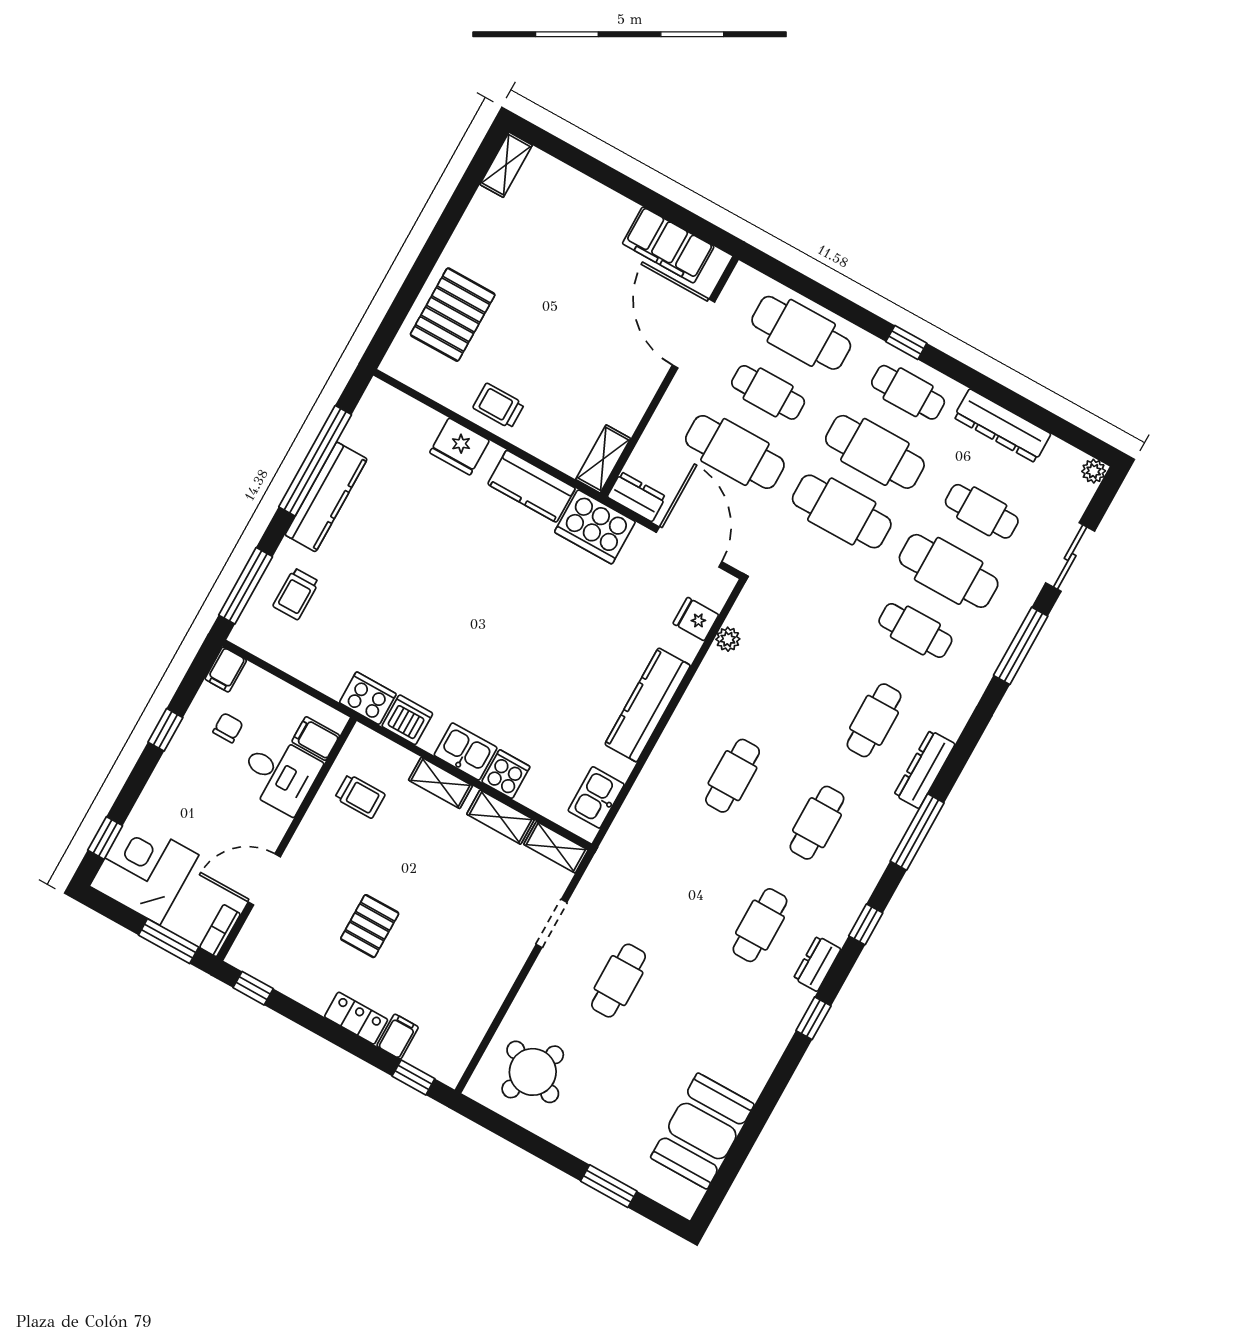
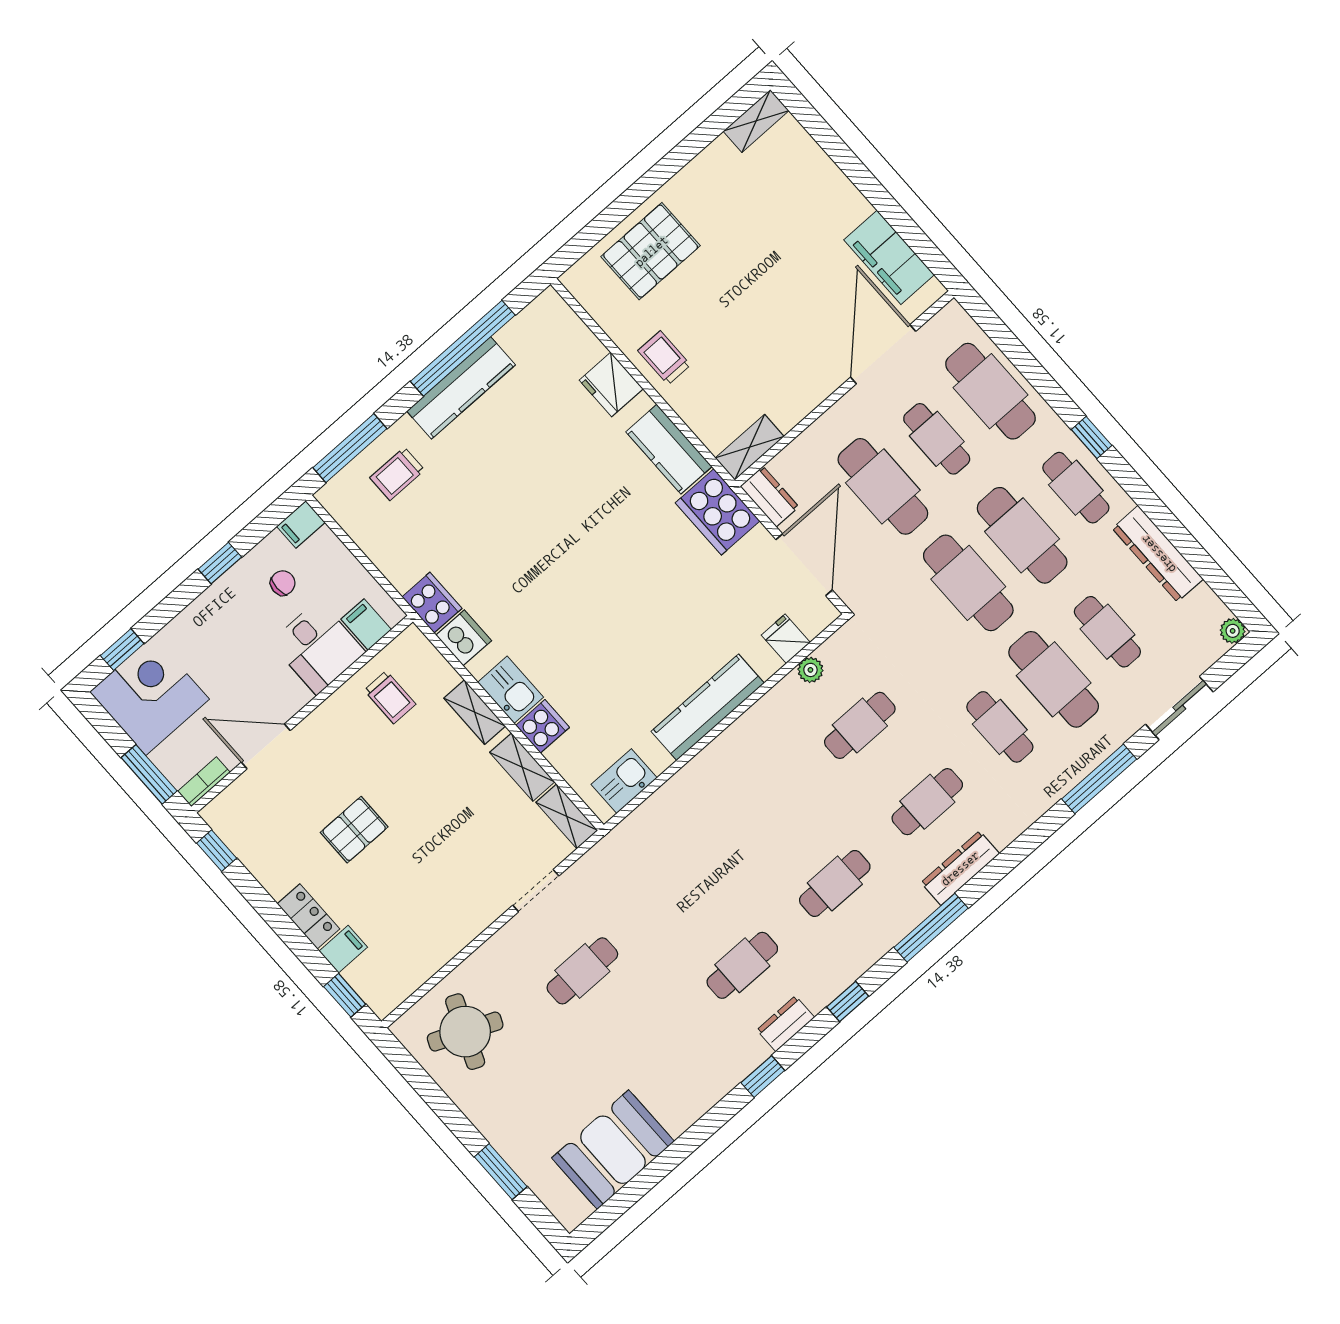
cafe table: (733, 776) -> (860, 725), moved

